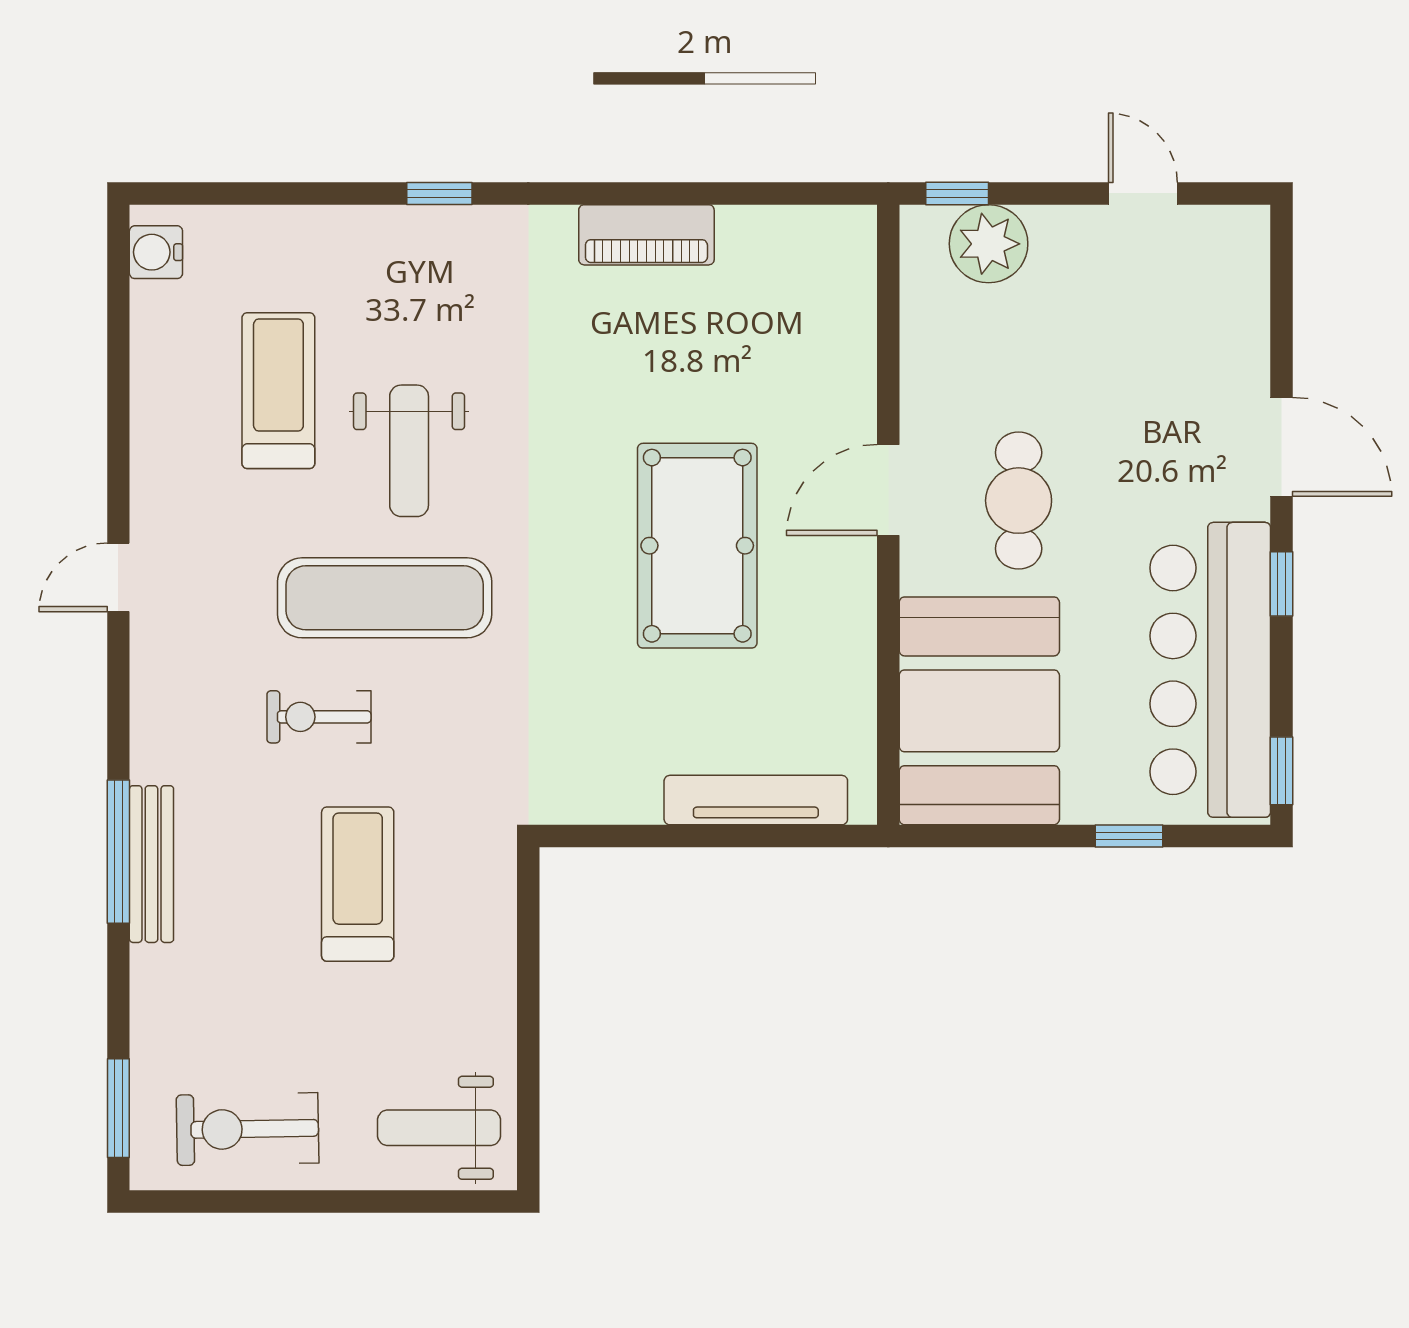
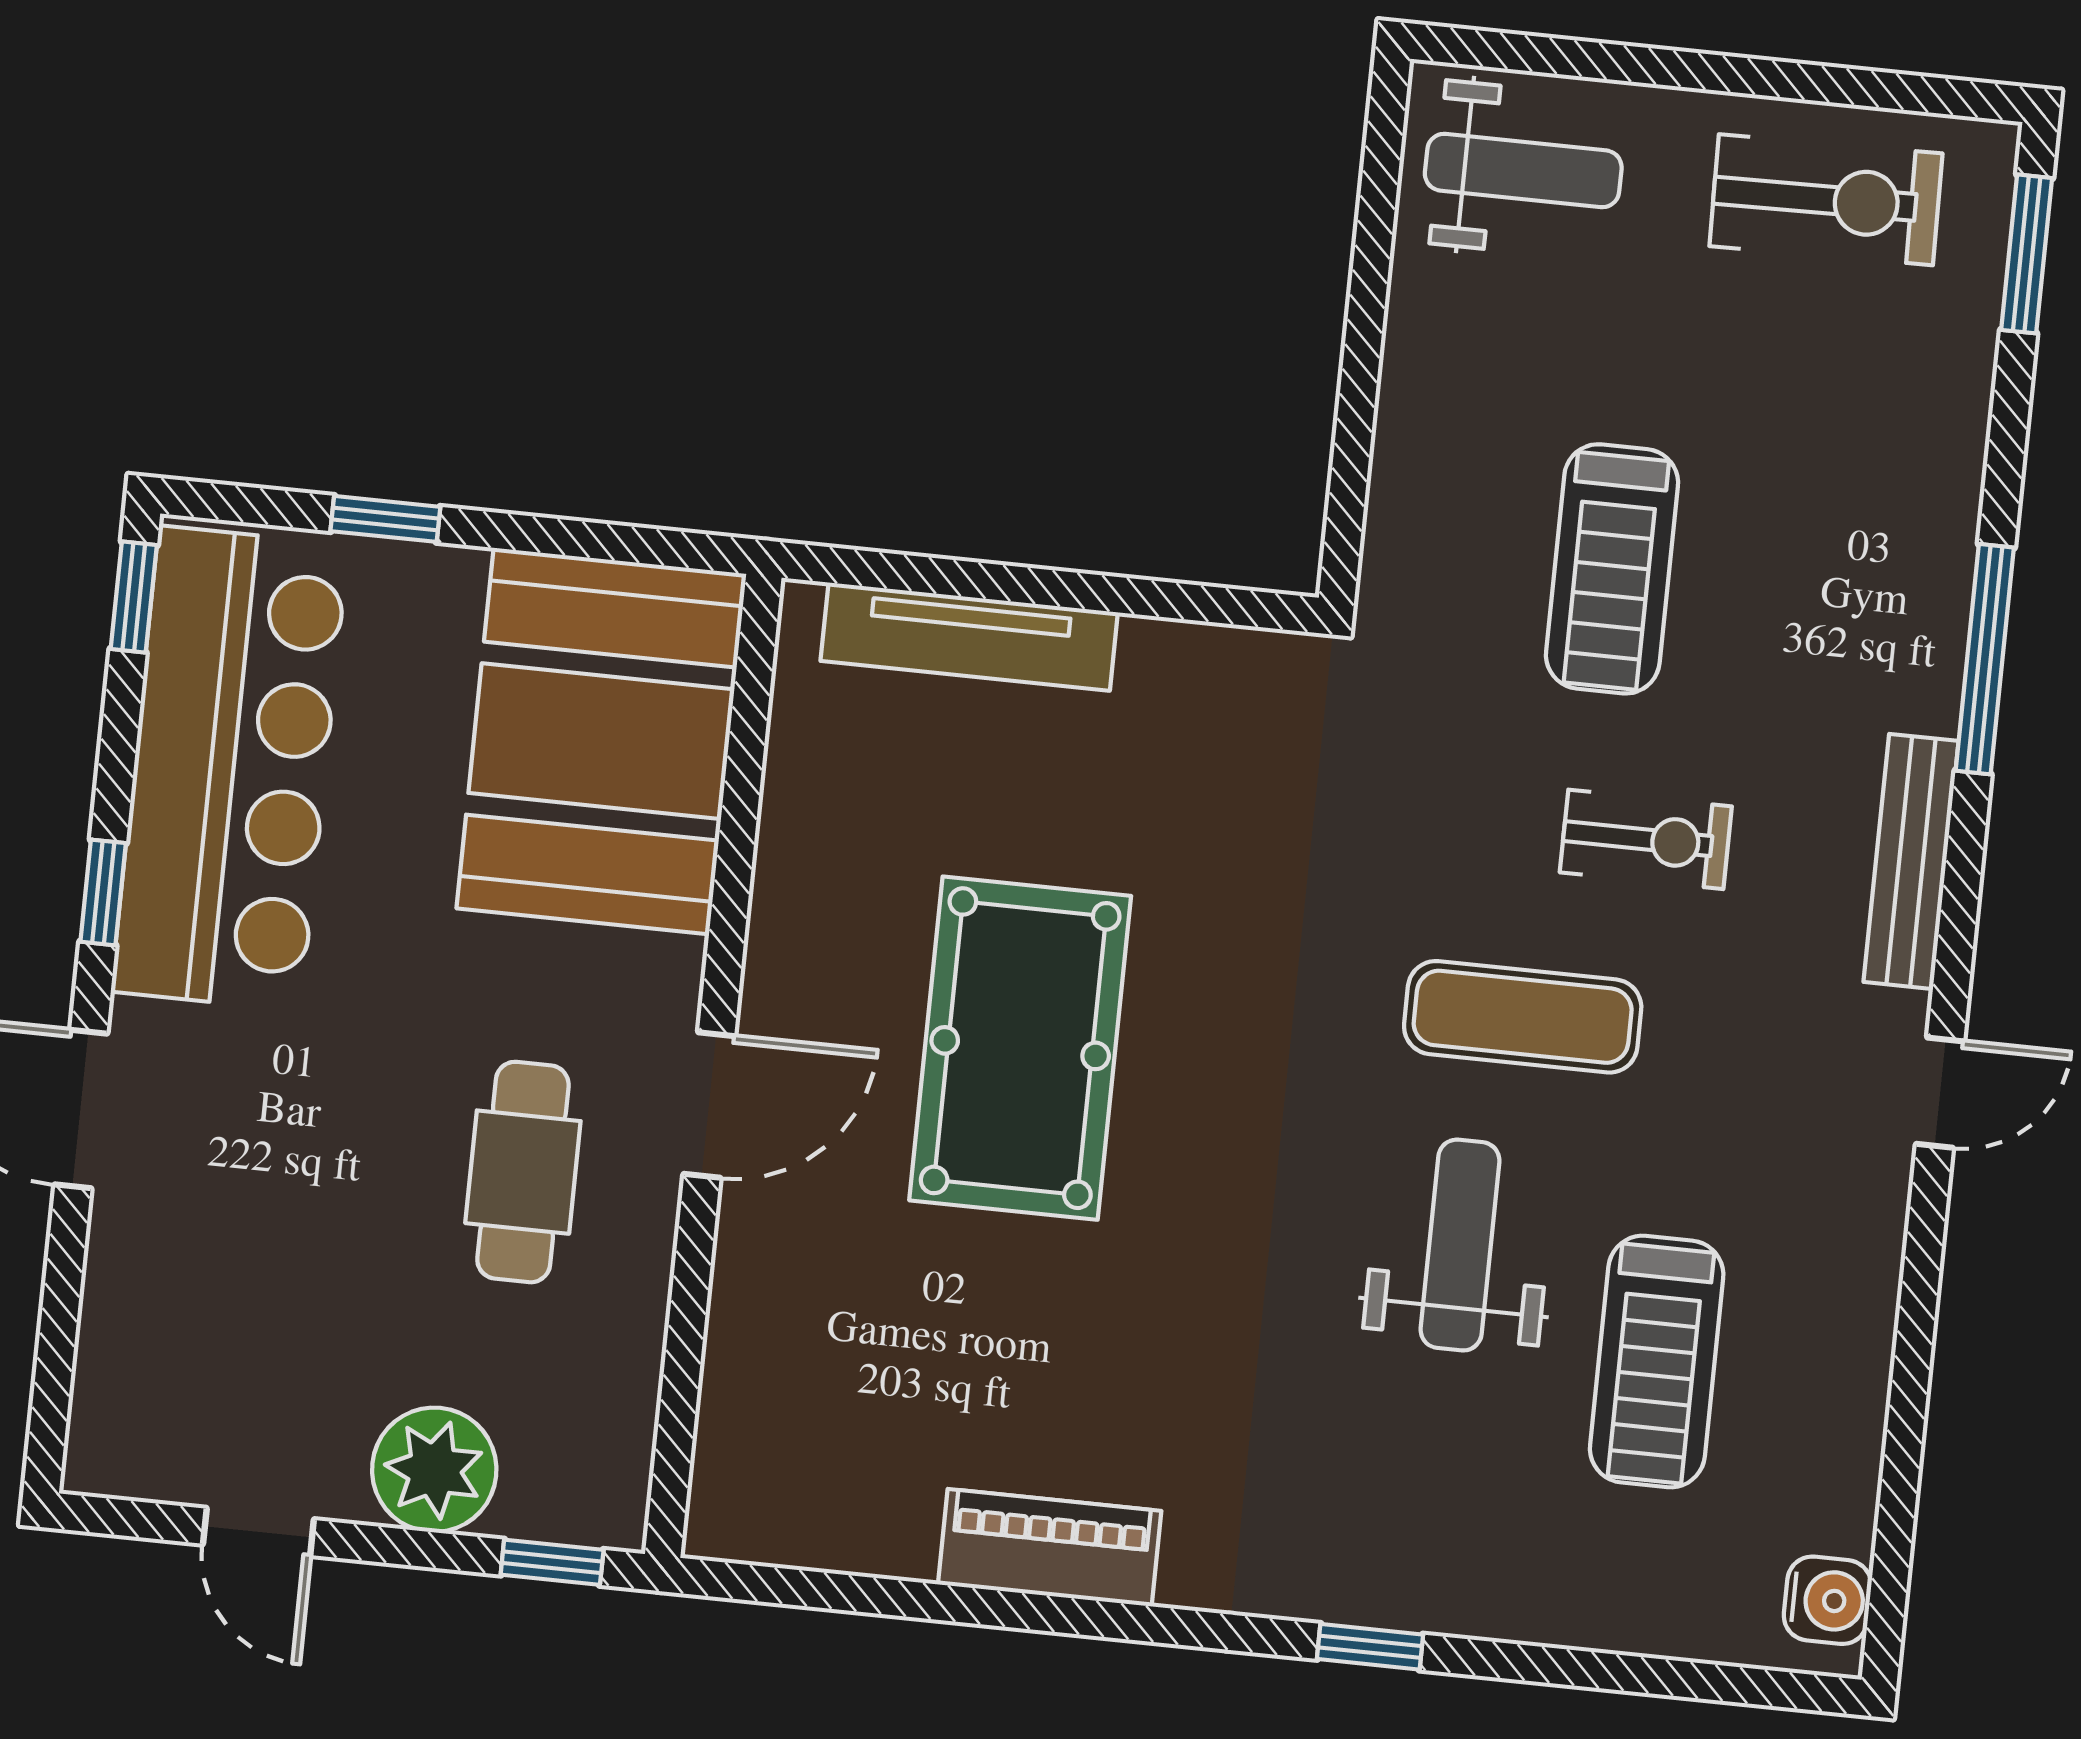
plant: (989, 244) -> (434, 1470), moved
cafe table: (1019, 501) -> (523, 1172), moved
exercise mat: (385, 598) -> (1523, 1017), width x0.73, depth x0.69
bench: (151, 864) -> (1911, 861), moved

